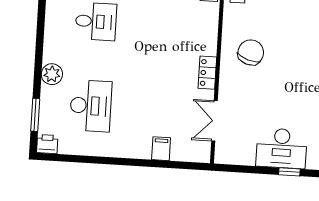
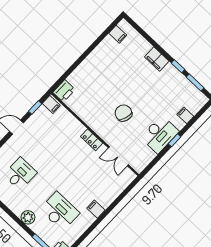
chair: (251, 52) -> (123, 113), moved
filing cabinet: (161, 149) -> (96, 209), moved

